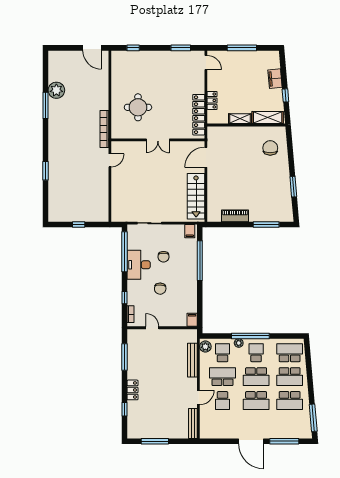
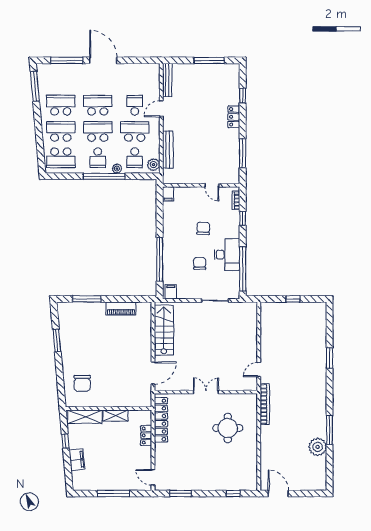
school desk: (223, 377) -> (135, 131), turned 180

